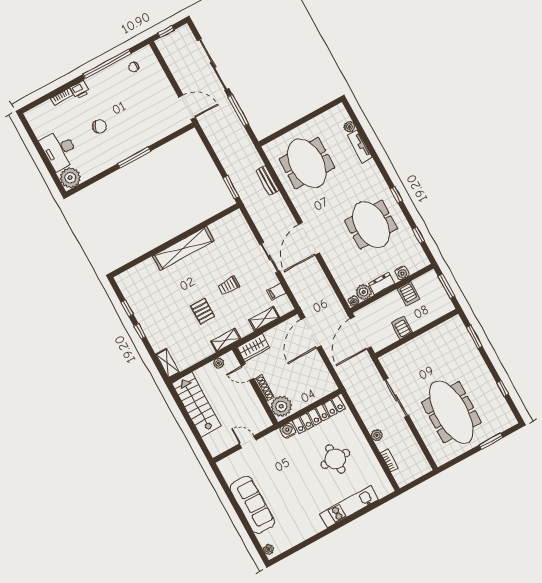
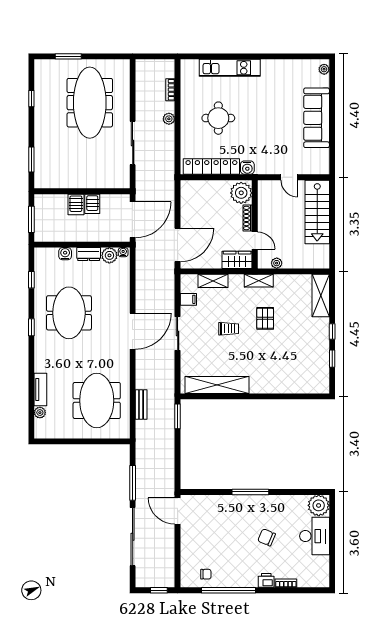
shelving: (183, 248) -> (217, 385), moved
server rack: (409, 294) -> (76, 205), moved, turned 180
shelving: (168, 363) -> (321, 296), width x1.50, depth x1.33
stairs: (196, 405) -> (317, 212), moved

